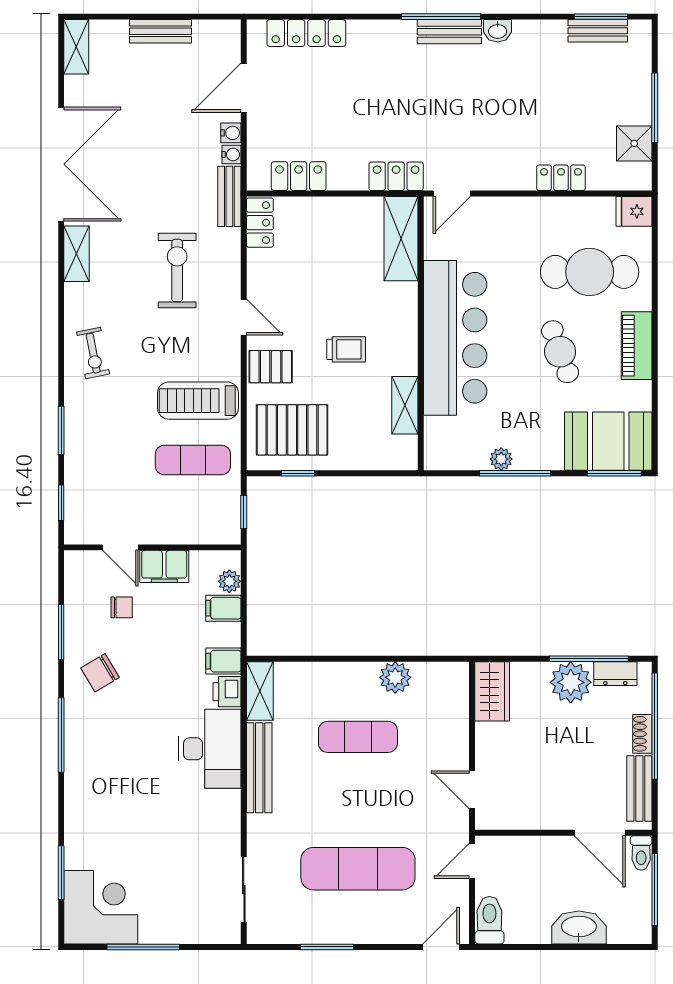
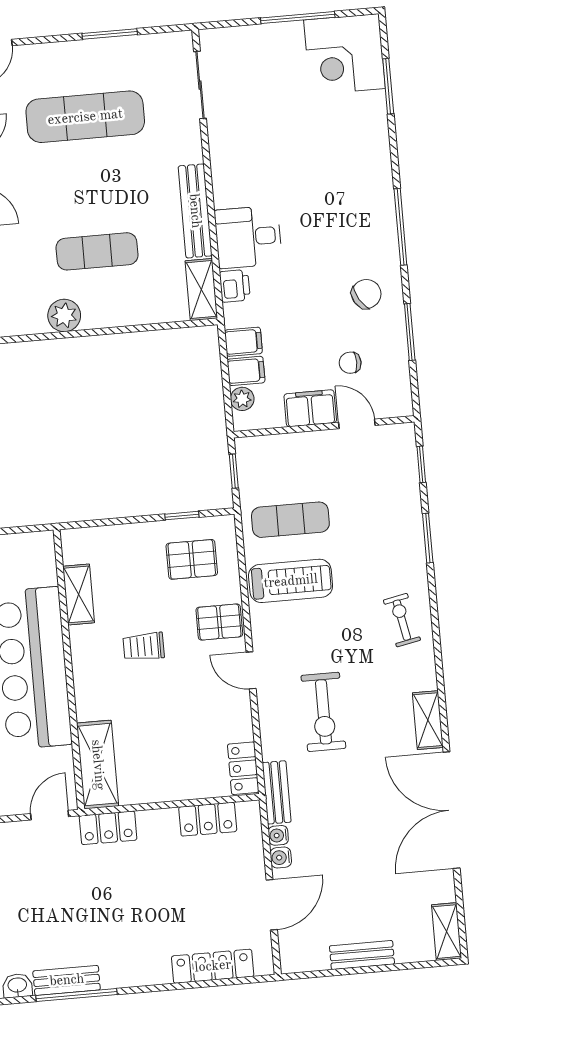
pallet: (292, 430) -> (192, 559), width x0.67, depth x0.71
filing cabinet: (223, 661) -> (243, 342), moved
desk: (210, 749) -> (248, 237), width x0.73

